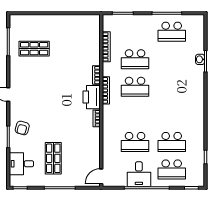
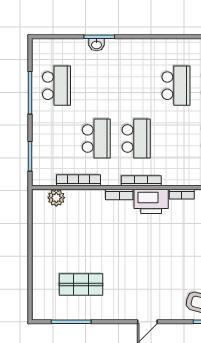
plant: (94, 32) -> (56, 198), added
shop shelf: (34, 49) -> (81, 285), turned 90
school desk: (172, 114) -> (176, 86), added

